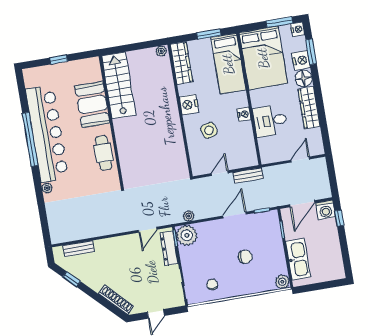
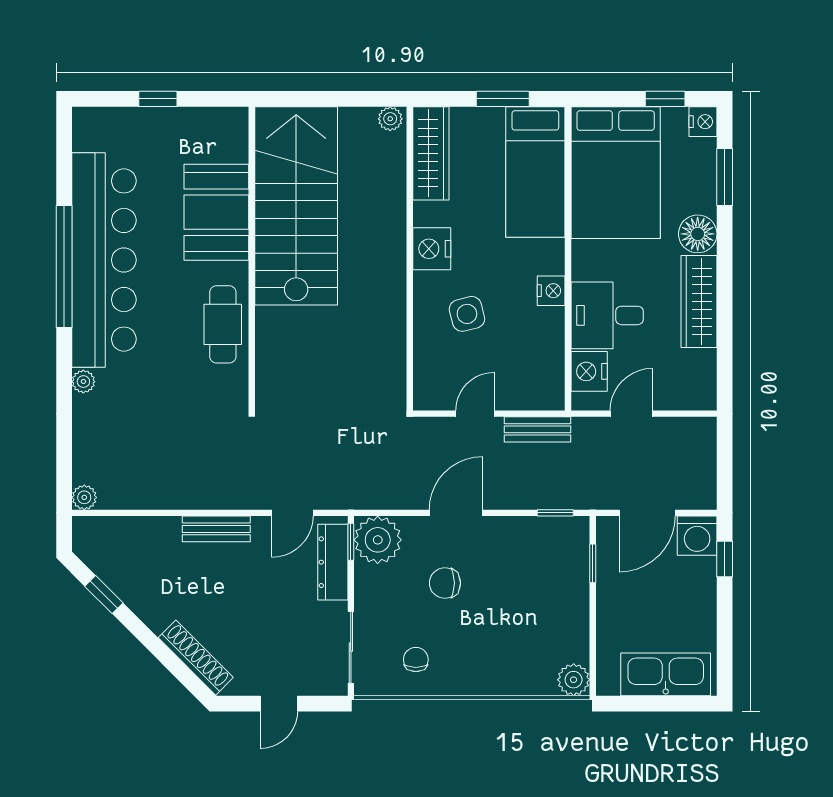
window: (279, 22) -> (665, 99), width x0.67
nightstand: (301, 60) -> (589, 371), moved, turned 180
stairs: (119, 85) -> (296, 206), width x1.36, depth x1.51
door: (300, 160) -> (631, 414), moved
door: (235, 215) -> (456, 513), moved
plant: (189, 216) -> (84, 497), moved
bench: (79, 249) -> (216, 529), moved
chair: (245, 257) -> (445, 583), moved, turned 180
kitchen sink: (298, 259) -> (666, 674), moved, turned -90

